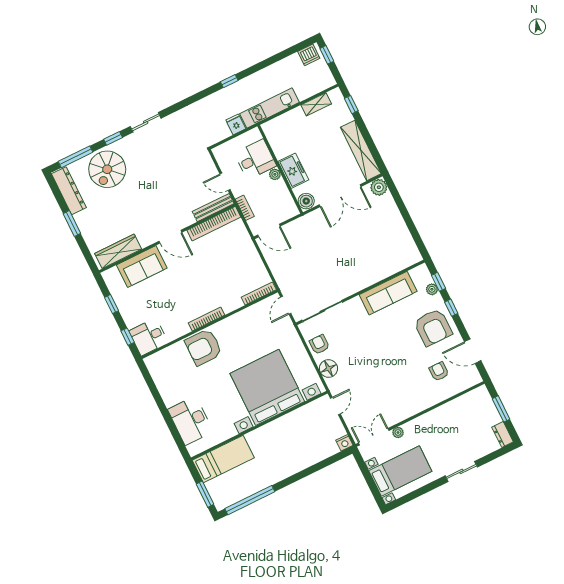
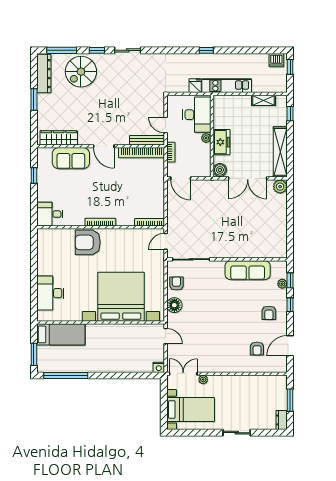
desk: (255, 159) -> (197, 115), width x1.37
armchair: (433, 327) -> (269, 313), width x0.53, depth x0.53
window: (128, 337) -> (34, 206), removed
door: (473, 351) -> (290, 346), hinge flipped
armchair: (439, 371) -> (257, 348), turned 180
door: (335, 406) -> (166, 336), hinge flipped

